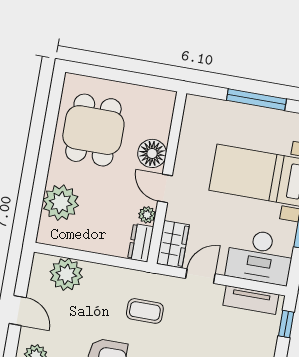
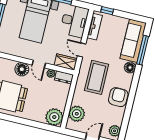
door: (165, 188) -> (39, 64), hinge flipped
plant: (61, 203) -> (54, 117), moved
coffee table: (145, 311) -> (97, 77), width x1.86, depth x1.72

